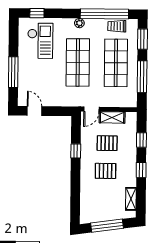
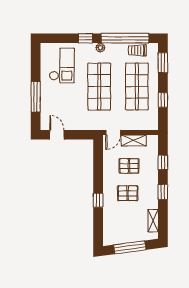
window: (37, 13) -> (85, 38), moved
window: (142, 77) -> (163, 100), width x0.46
window: (76, 151) -> (98, 200), moved

